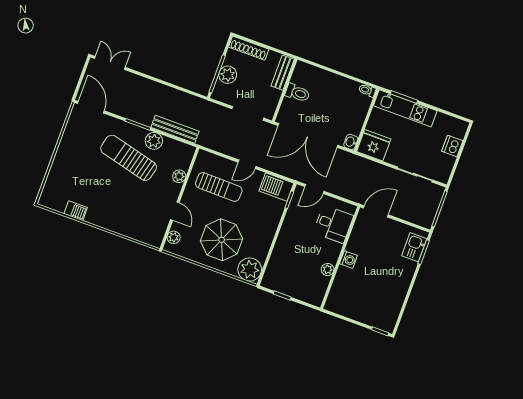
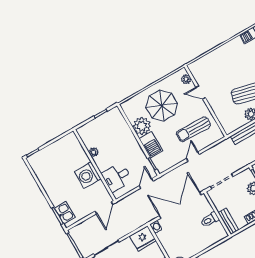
plant: (179, 176) -> (219, 112), removed
barbecue: (276, 187) -> (151, 145), moved, turned 90
washing machine: (348, 260) -> (88, 175), width x1.89, depth x1.89
plant: (250, 270) -> (142, 126), moved

